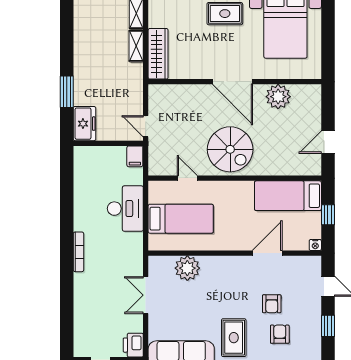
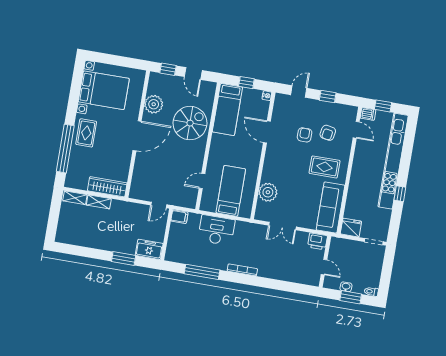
window: (328, 108) -> (168, 69), added
spiral stairs: (230, 149) -> (190, 123), moved
window: (67, 199) -> (202, 272), added
armchair: (272, 304) -> (305, 135), turned -90
armchair: (280, 334) -> (328, 133), turned -80

